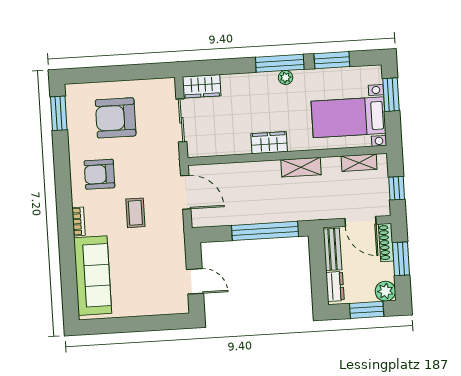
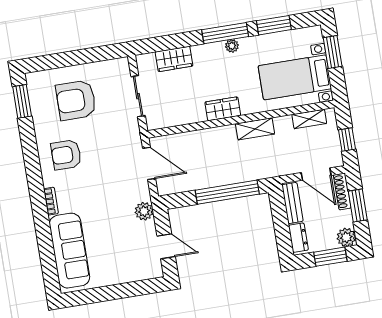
wardrobe: (202, 86) -> (174, 59), moved
coffee table: (135, 213) -> (104, 187), removed
plant: (175, 242) -> (144, 211), added

